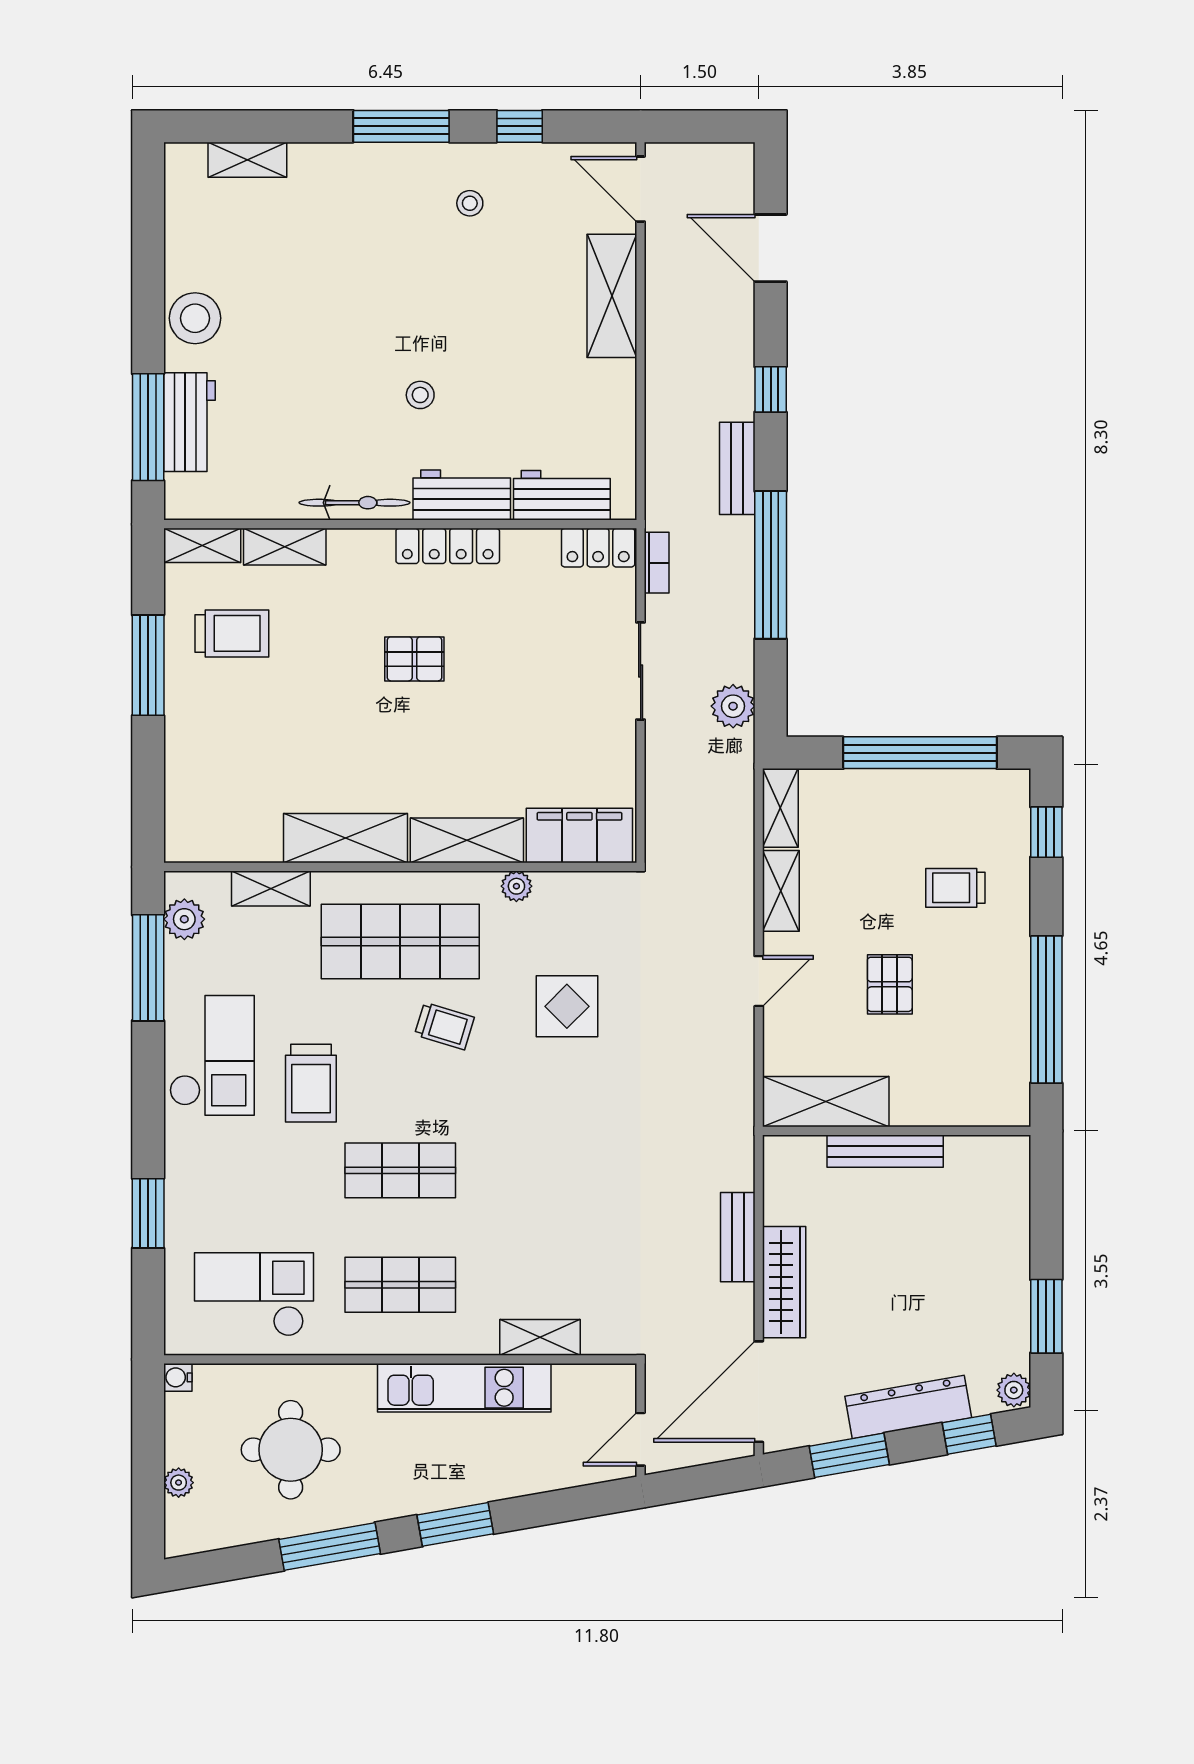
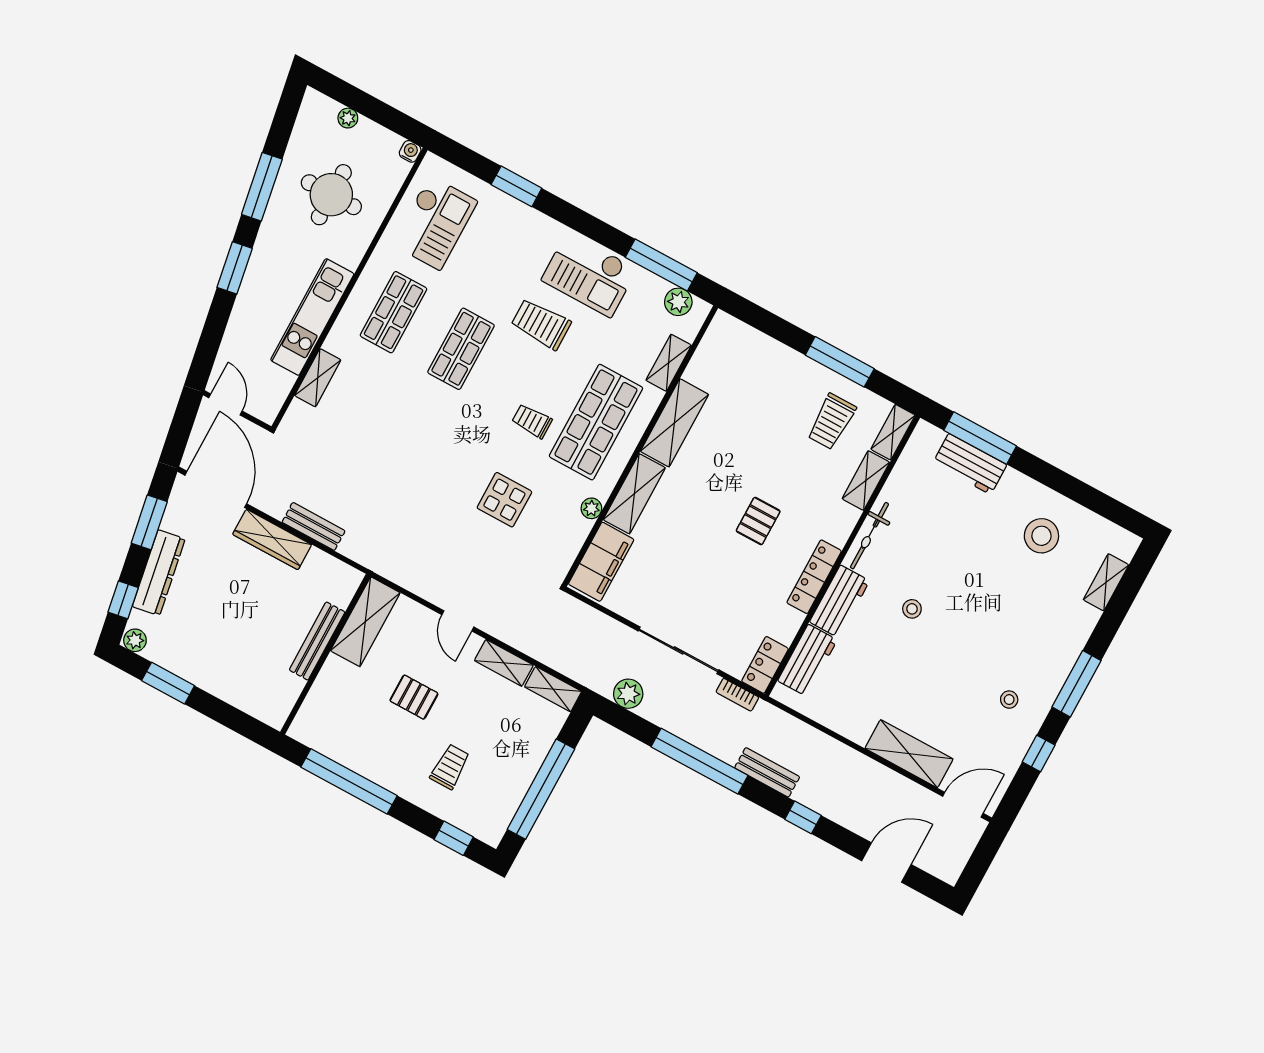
stool: (195, 318) -> (1041, 536), moved
sliding door: (641, 671) -> (679, 650), width x1.37
trolley: (444, 1026) -> (532, 421), turned 73

